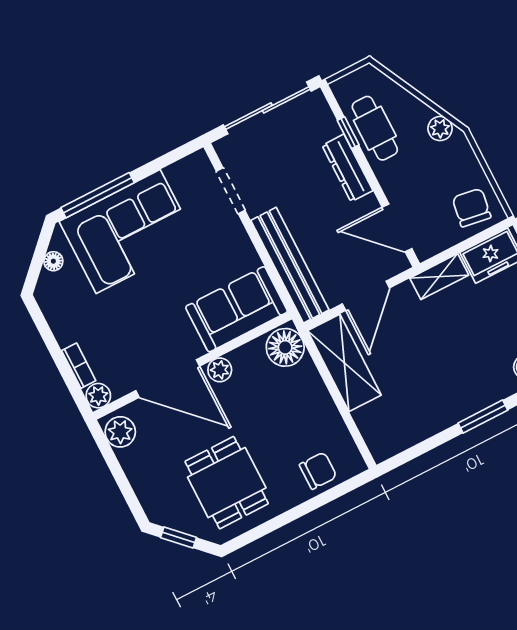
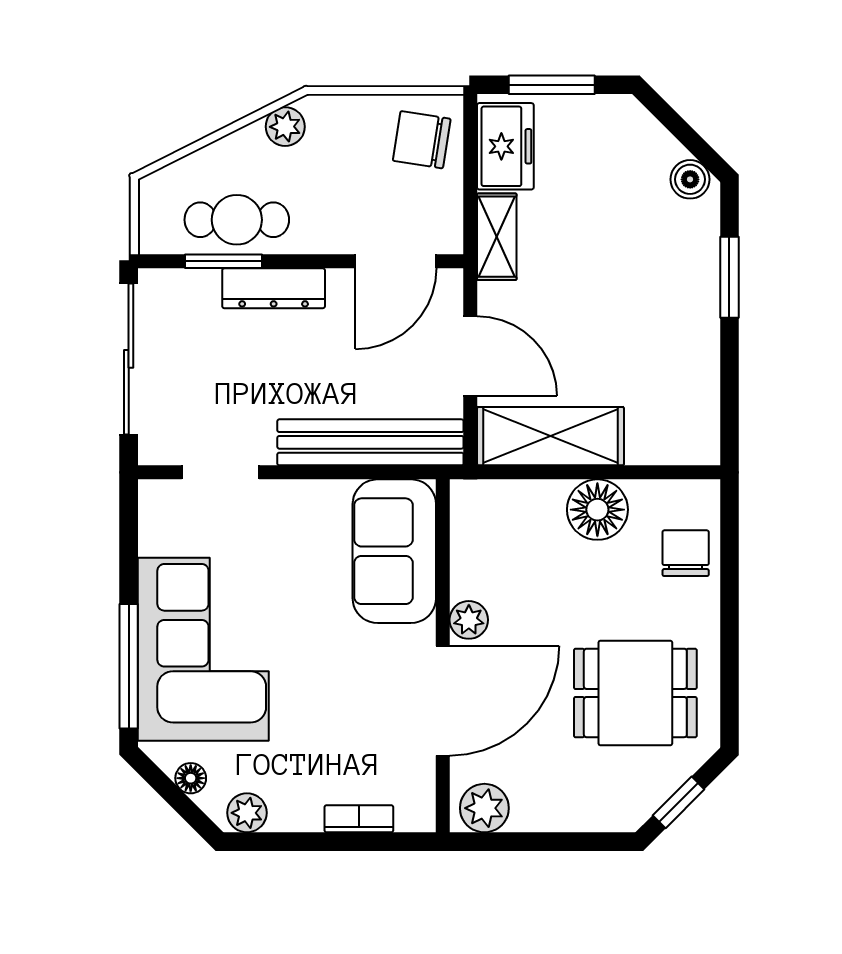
window: (348, 133) -> (223, 261), width x1.50
floor lamp: (285, 347) -> (597, 510), moved
plant: (98, 396) -> (247, 813), moved

